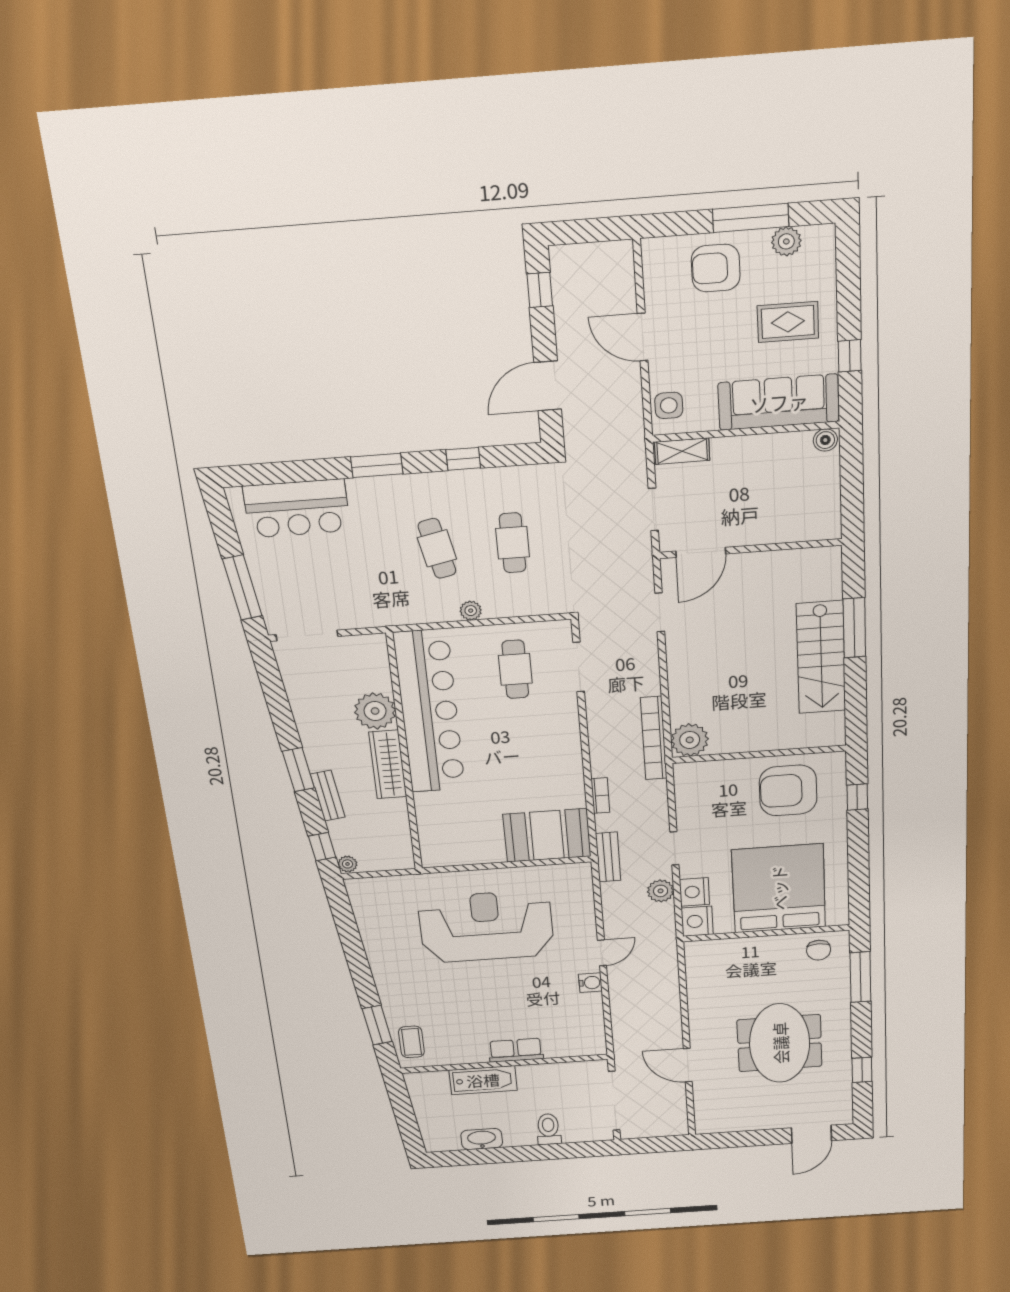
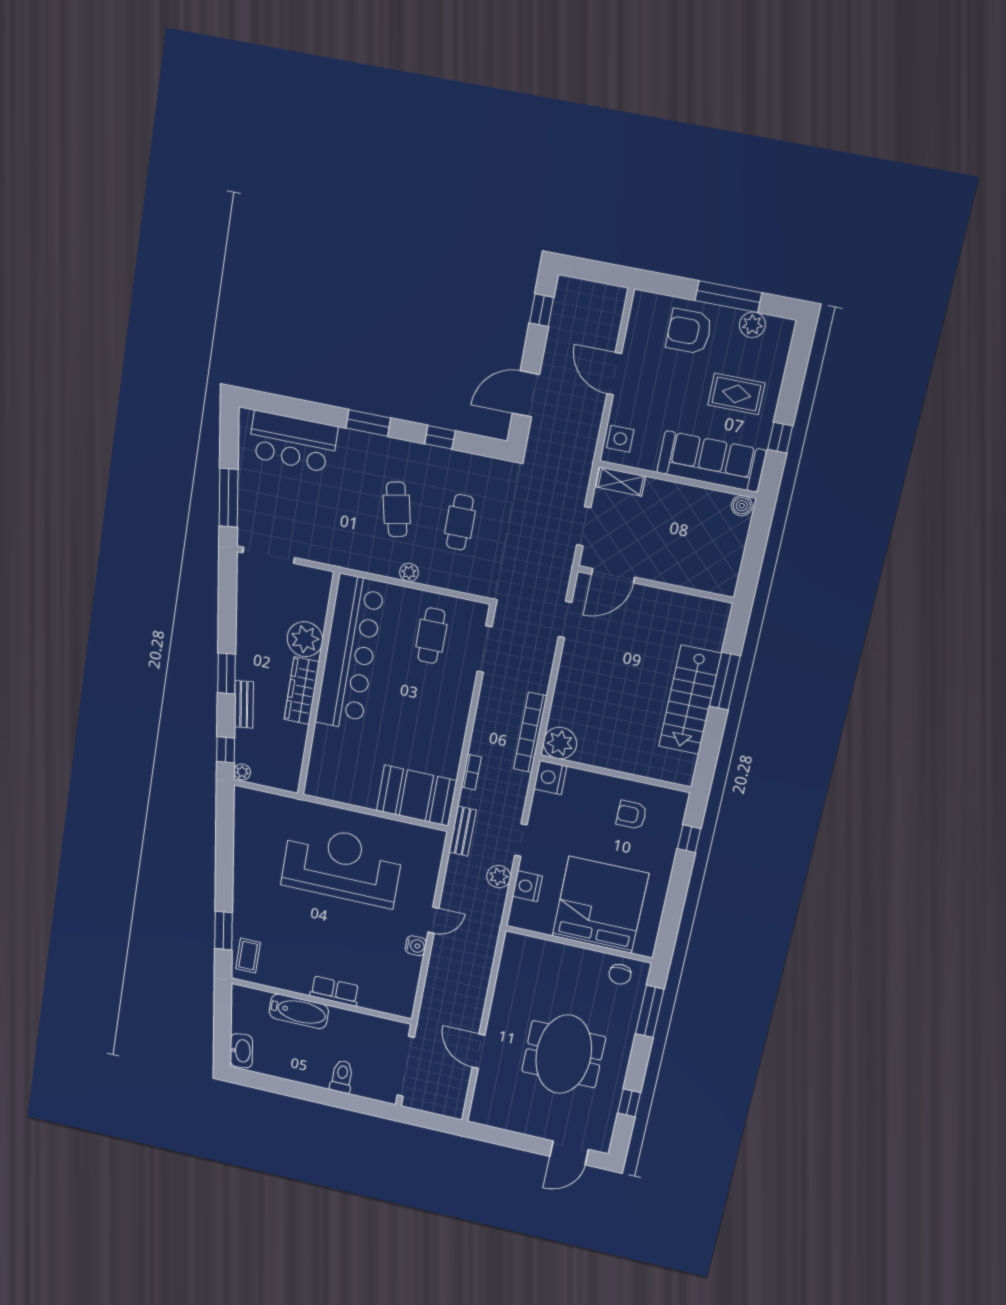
armchair: (788, 790) -> (631, 815), width x0.53, depth x0.53
nightstand: (697, 921) -> (550, 778), moved
washbasin: (482, 1139) -> (241, 1051), moved, turned 82

